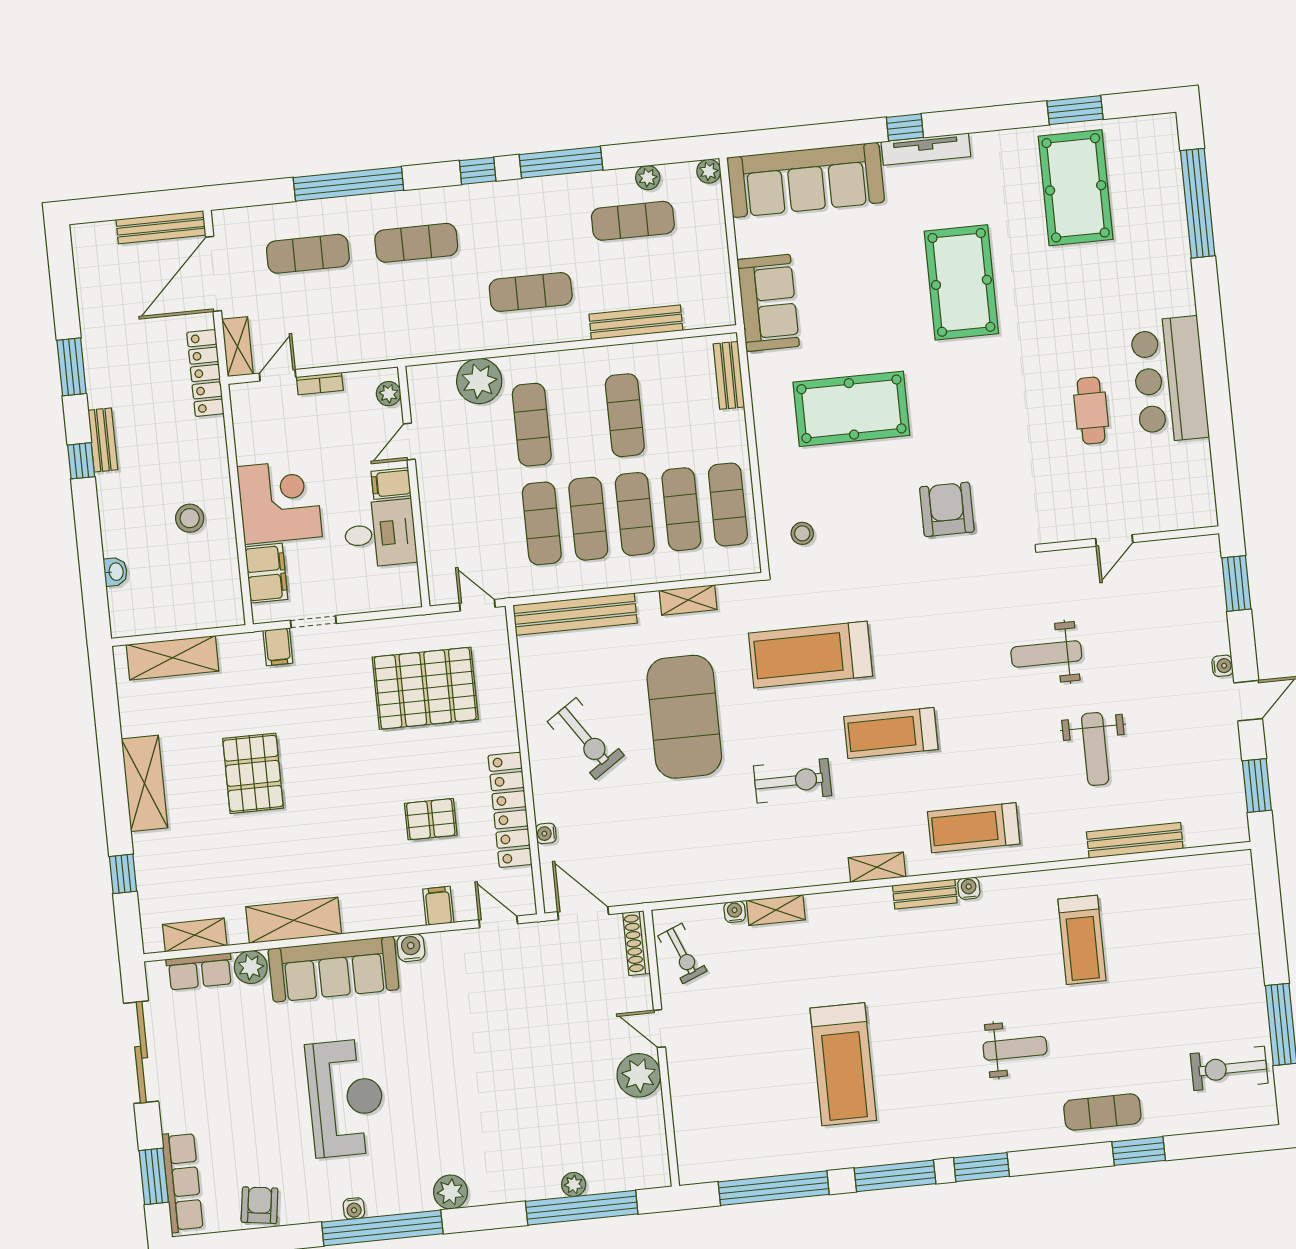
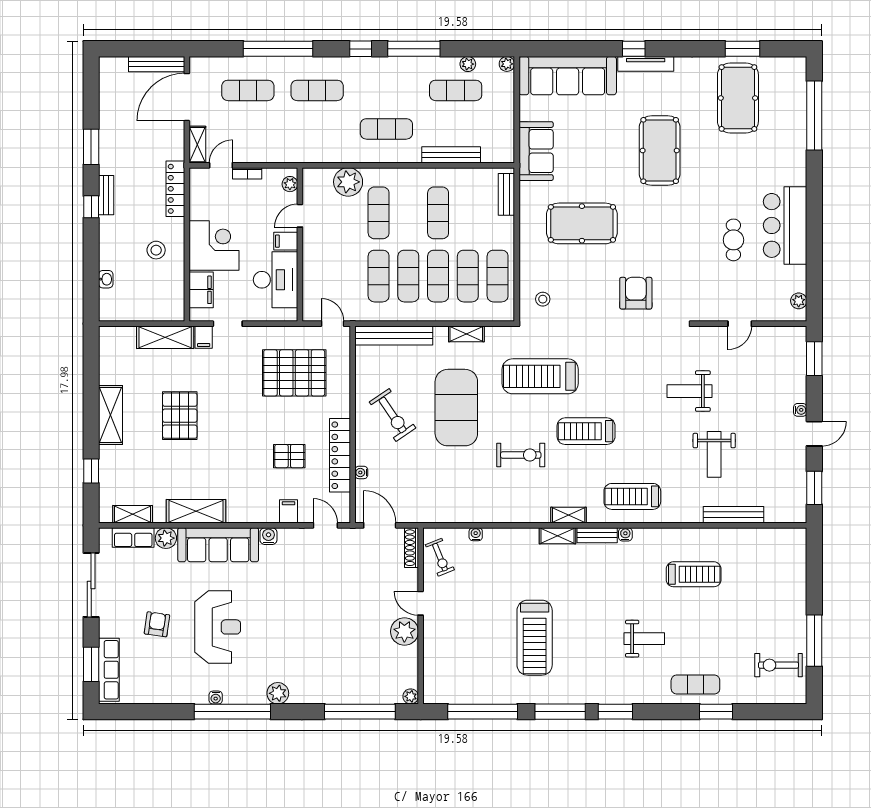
locker: (205, 373) -> (175, 189), moved
plant: (1203, 496) -> (799, 301), added
desk: (380, 534) -> (276, 280), width x1.37
shelving: (172, 658) -> (165, 337), moved
shelving: (776, 910) -> (558, 536), moved
treadmill: (1082, 940) -> (694, 574), turned -90
plant: (574, 1184) -> (411, 696), moved
armchair: (260, 1205) -> (157, 624), moved

